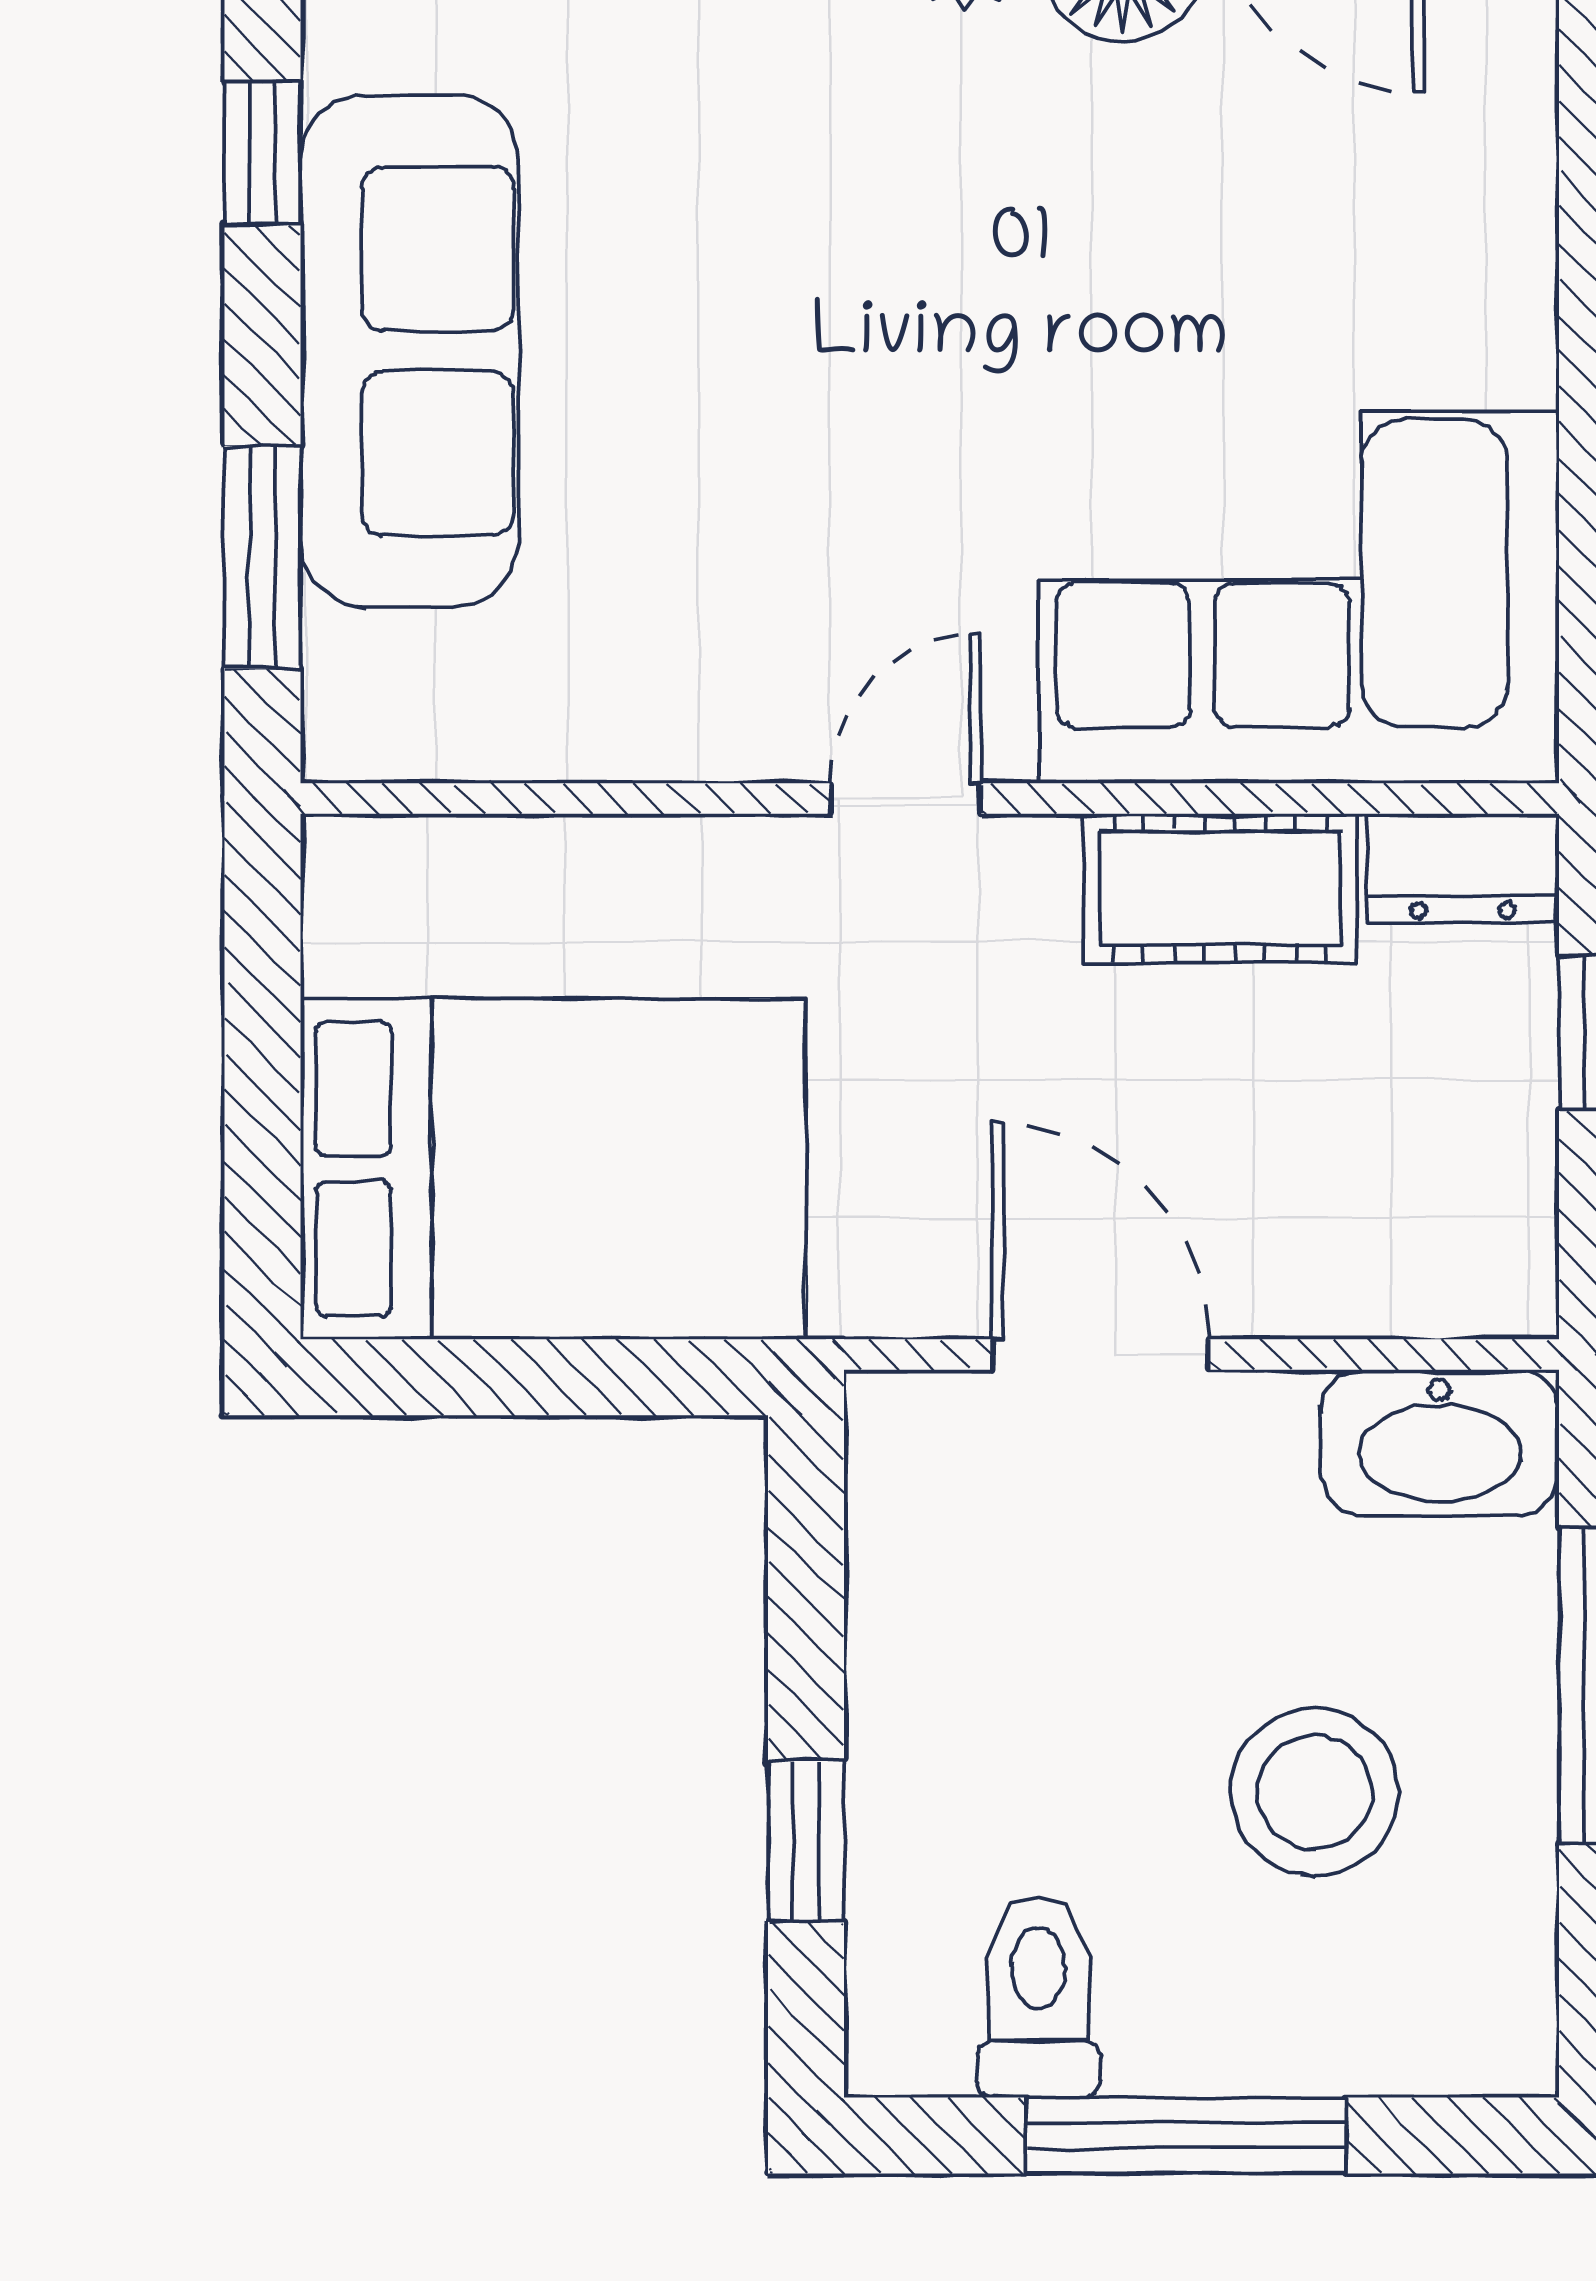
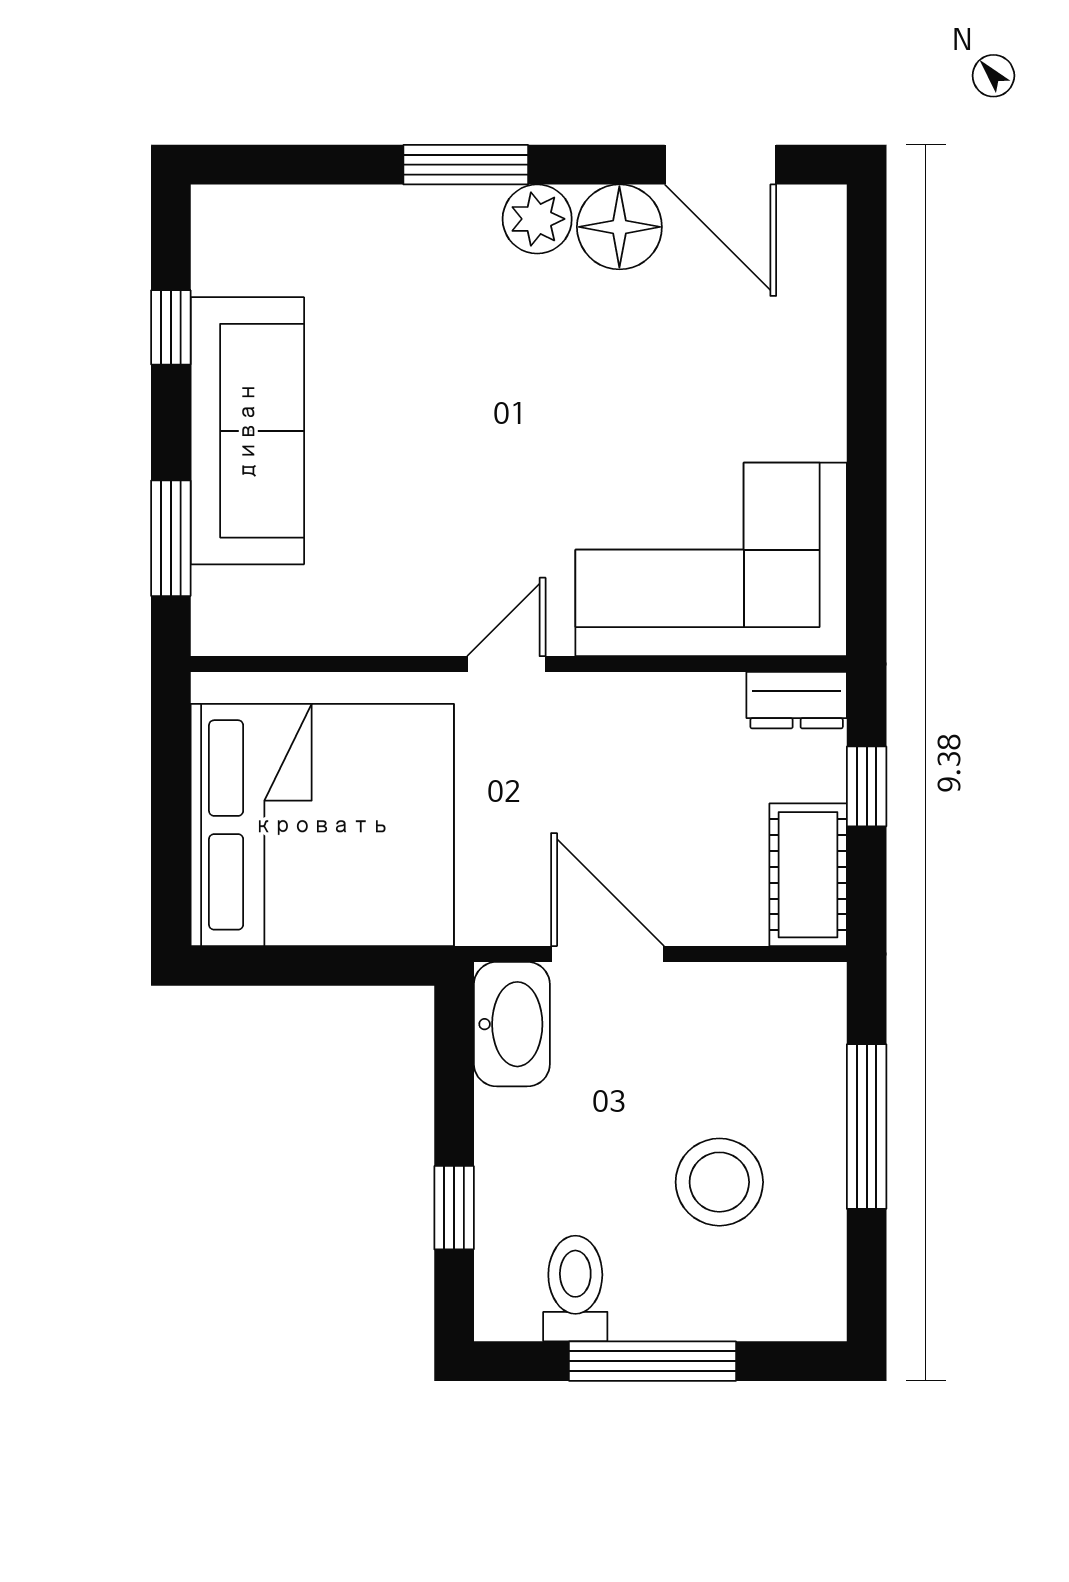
cot: (1220, 888) -> (808, 875), moved, turned 90
bed: (553, 1169) -> (322, 825), width x1.36
washbasin: (1440, 1443) -> (512, 1024), moved, turned -90

